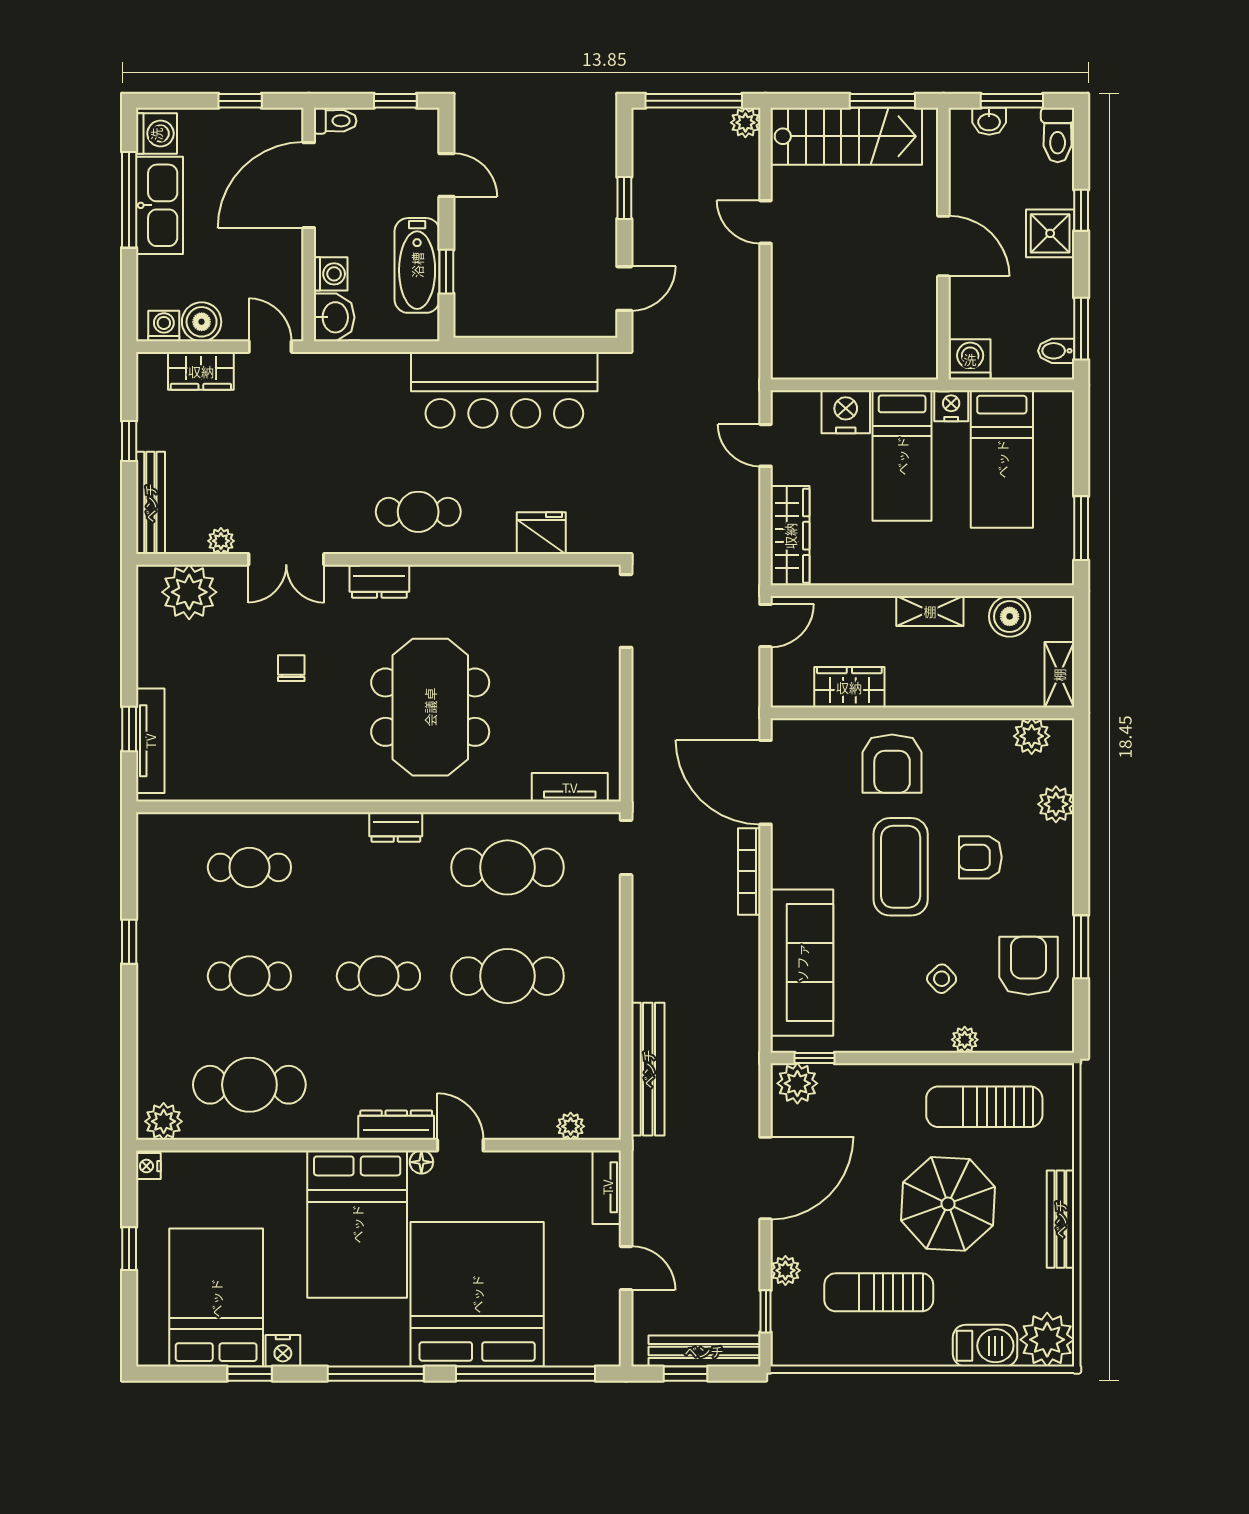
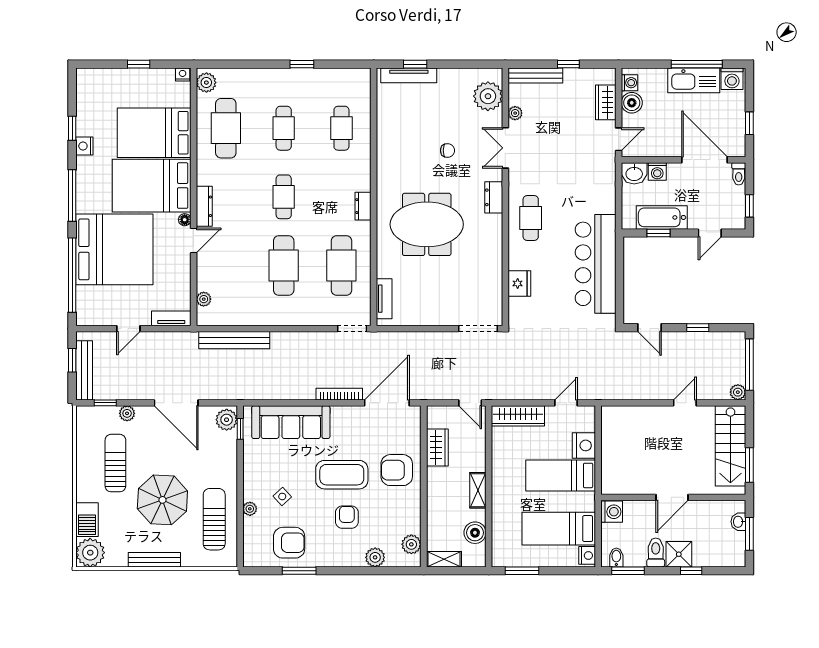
toilet: (1058, 135) -> (656, 552), moved, turned 90
nightstand: (951, 406) -> (587, 555), moved
bed: (216, 1298) -> (154, 133), moved, turned 180

